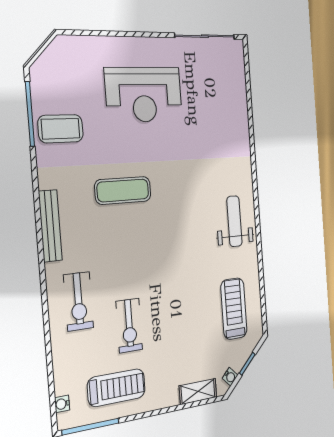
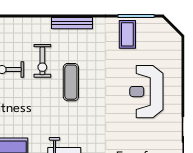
exercise mat: (123, 190) -> (71, 82), moved
exercise bike: (78, 301) -> (42, 61), moved, turned -90

